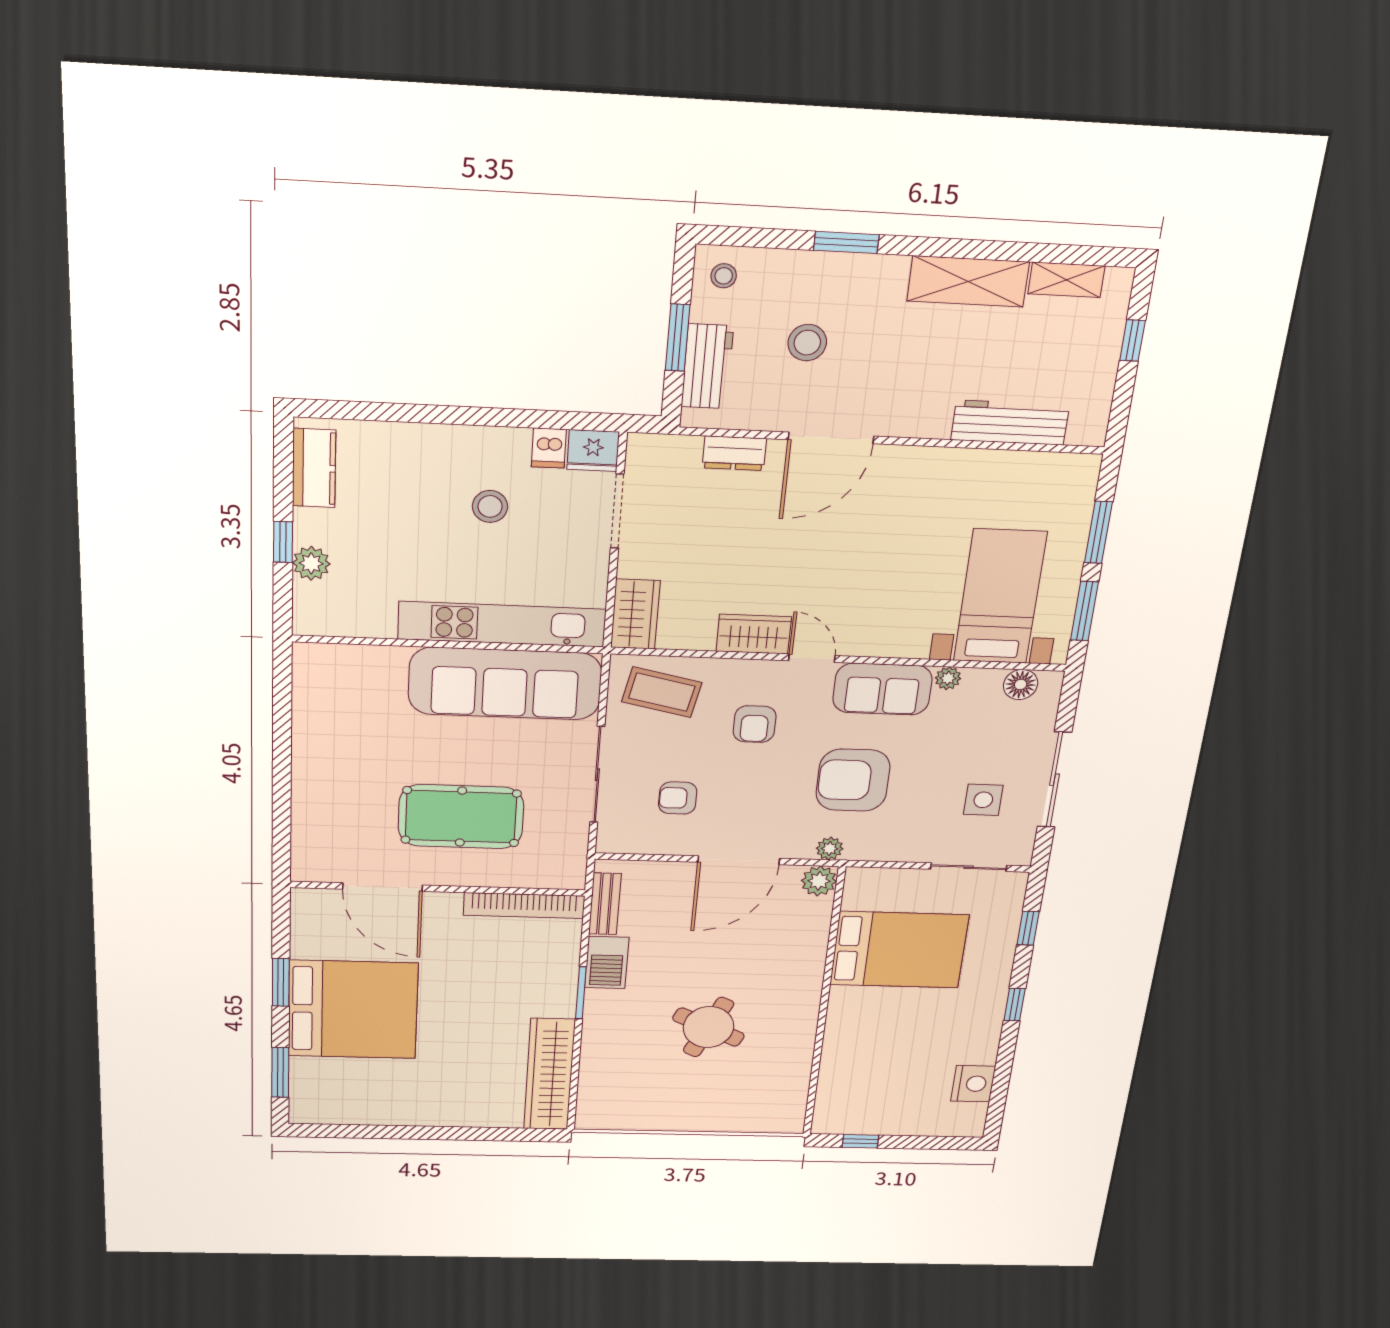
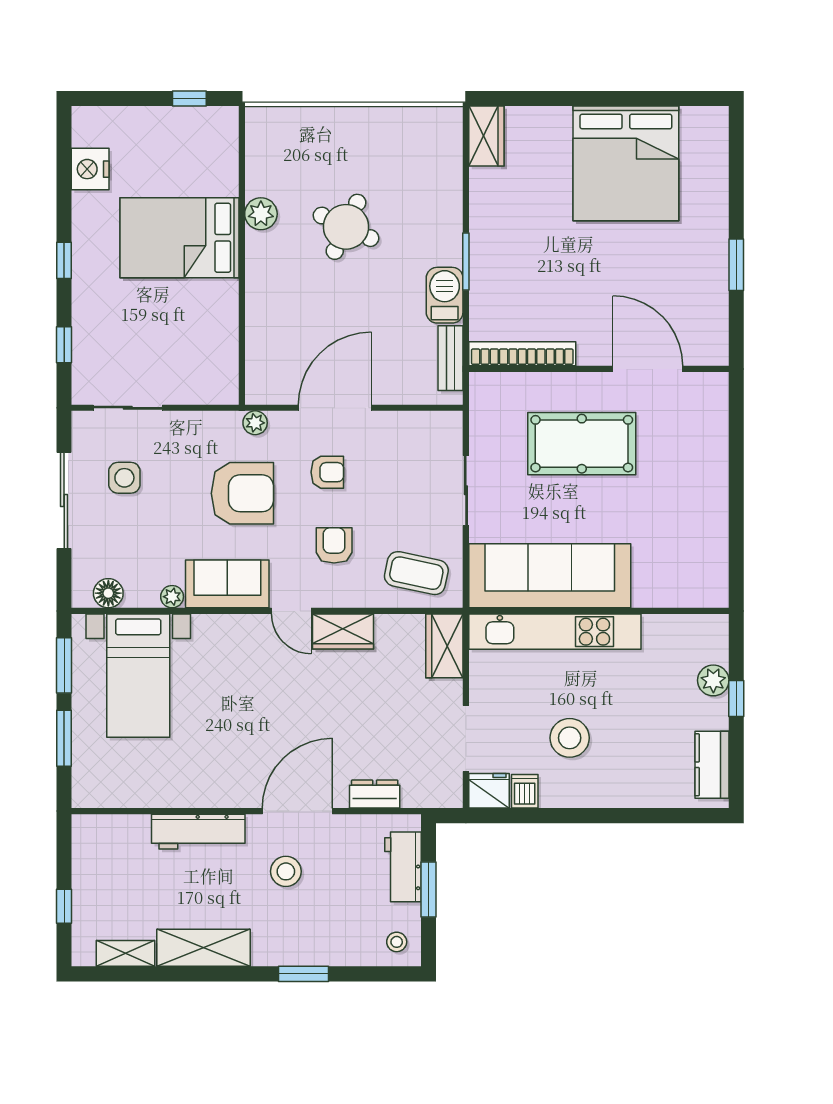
stool: (807, 343) -> (286, 871), moved
workbench: (1010, 423) -> (198, 832), moved
stool: (490, 506) -> (570, 738), width x1.38, depth x1.38
sliding door: (597, 775) -> (466, 490), width x0.73
armchair: (678, 798) -> (327, 472), moved
plant: (819, 881) -> (261, 214), moved
bed: (899, 950) -> (179, 238), moved
bed: (353, 1010) -> (626, 163), moved, turned -90
window: (280, 1072) -> (736, 165), removed
wardrobe: (549, 1074) -> (486, 136), width x0.48, depth x0.85

